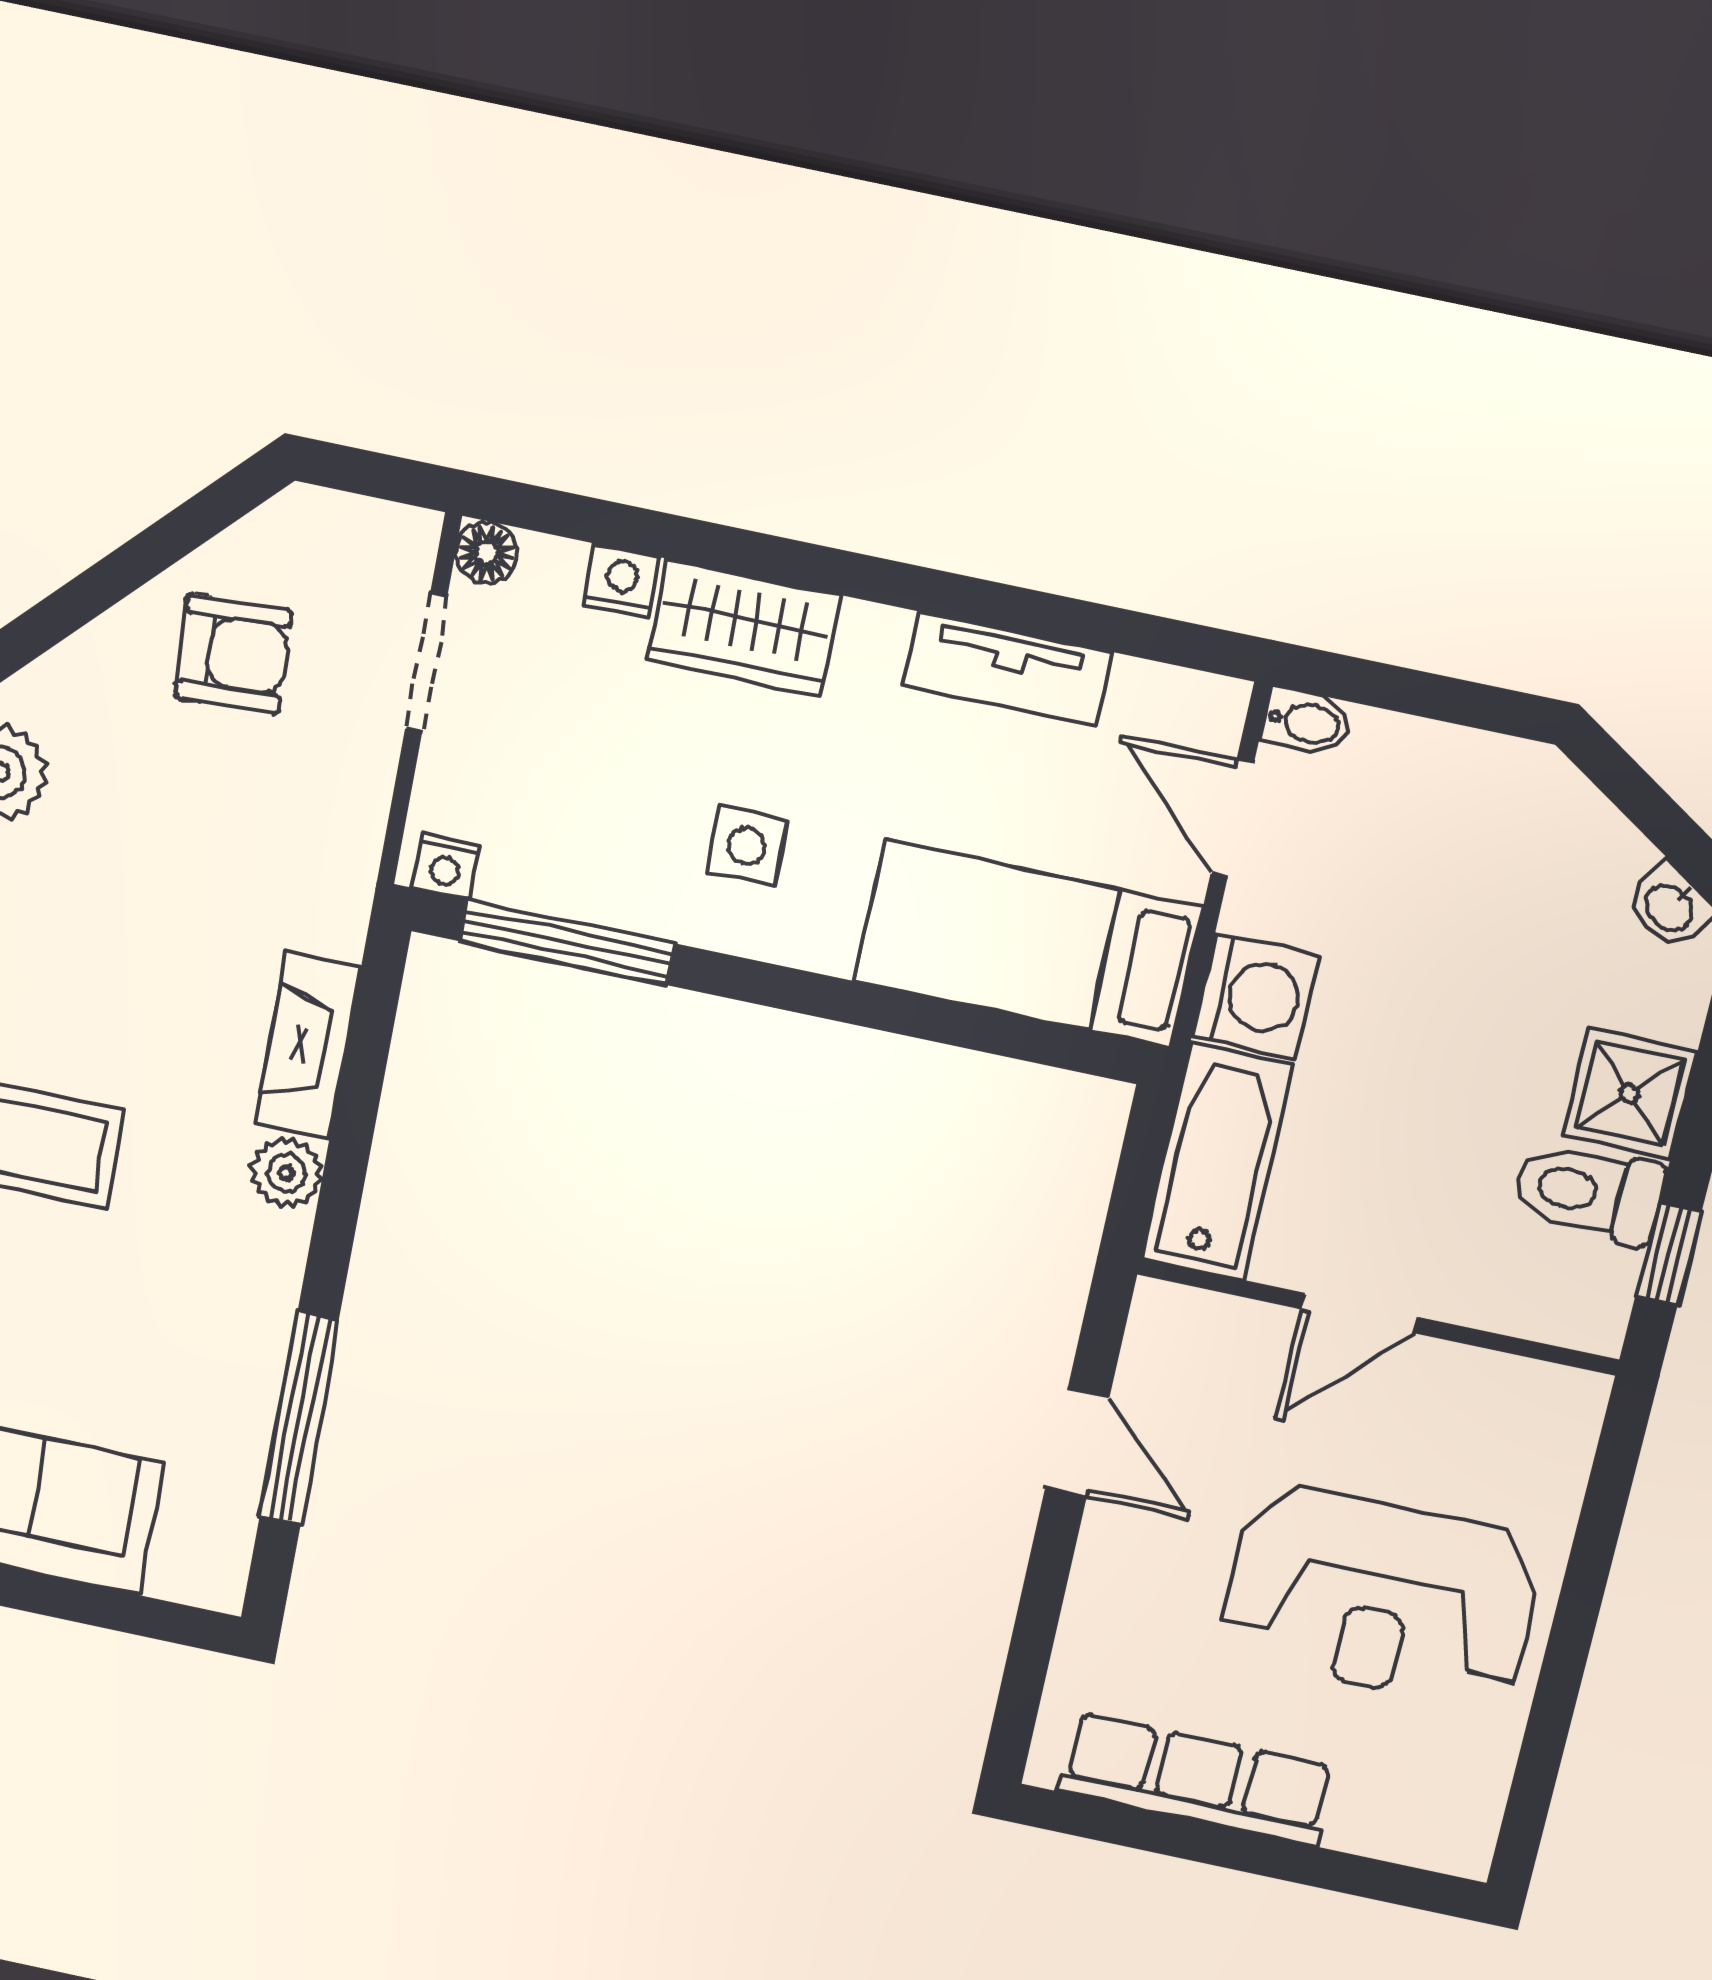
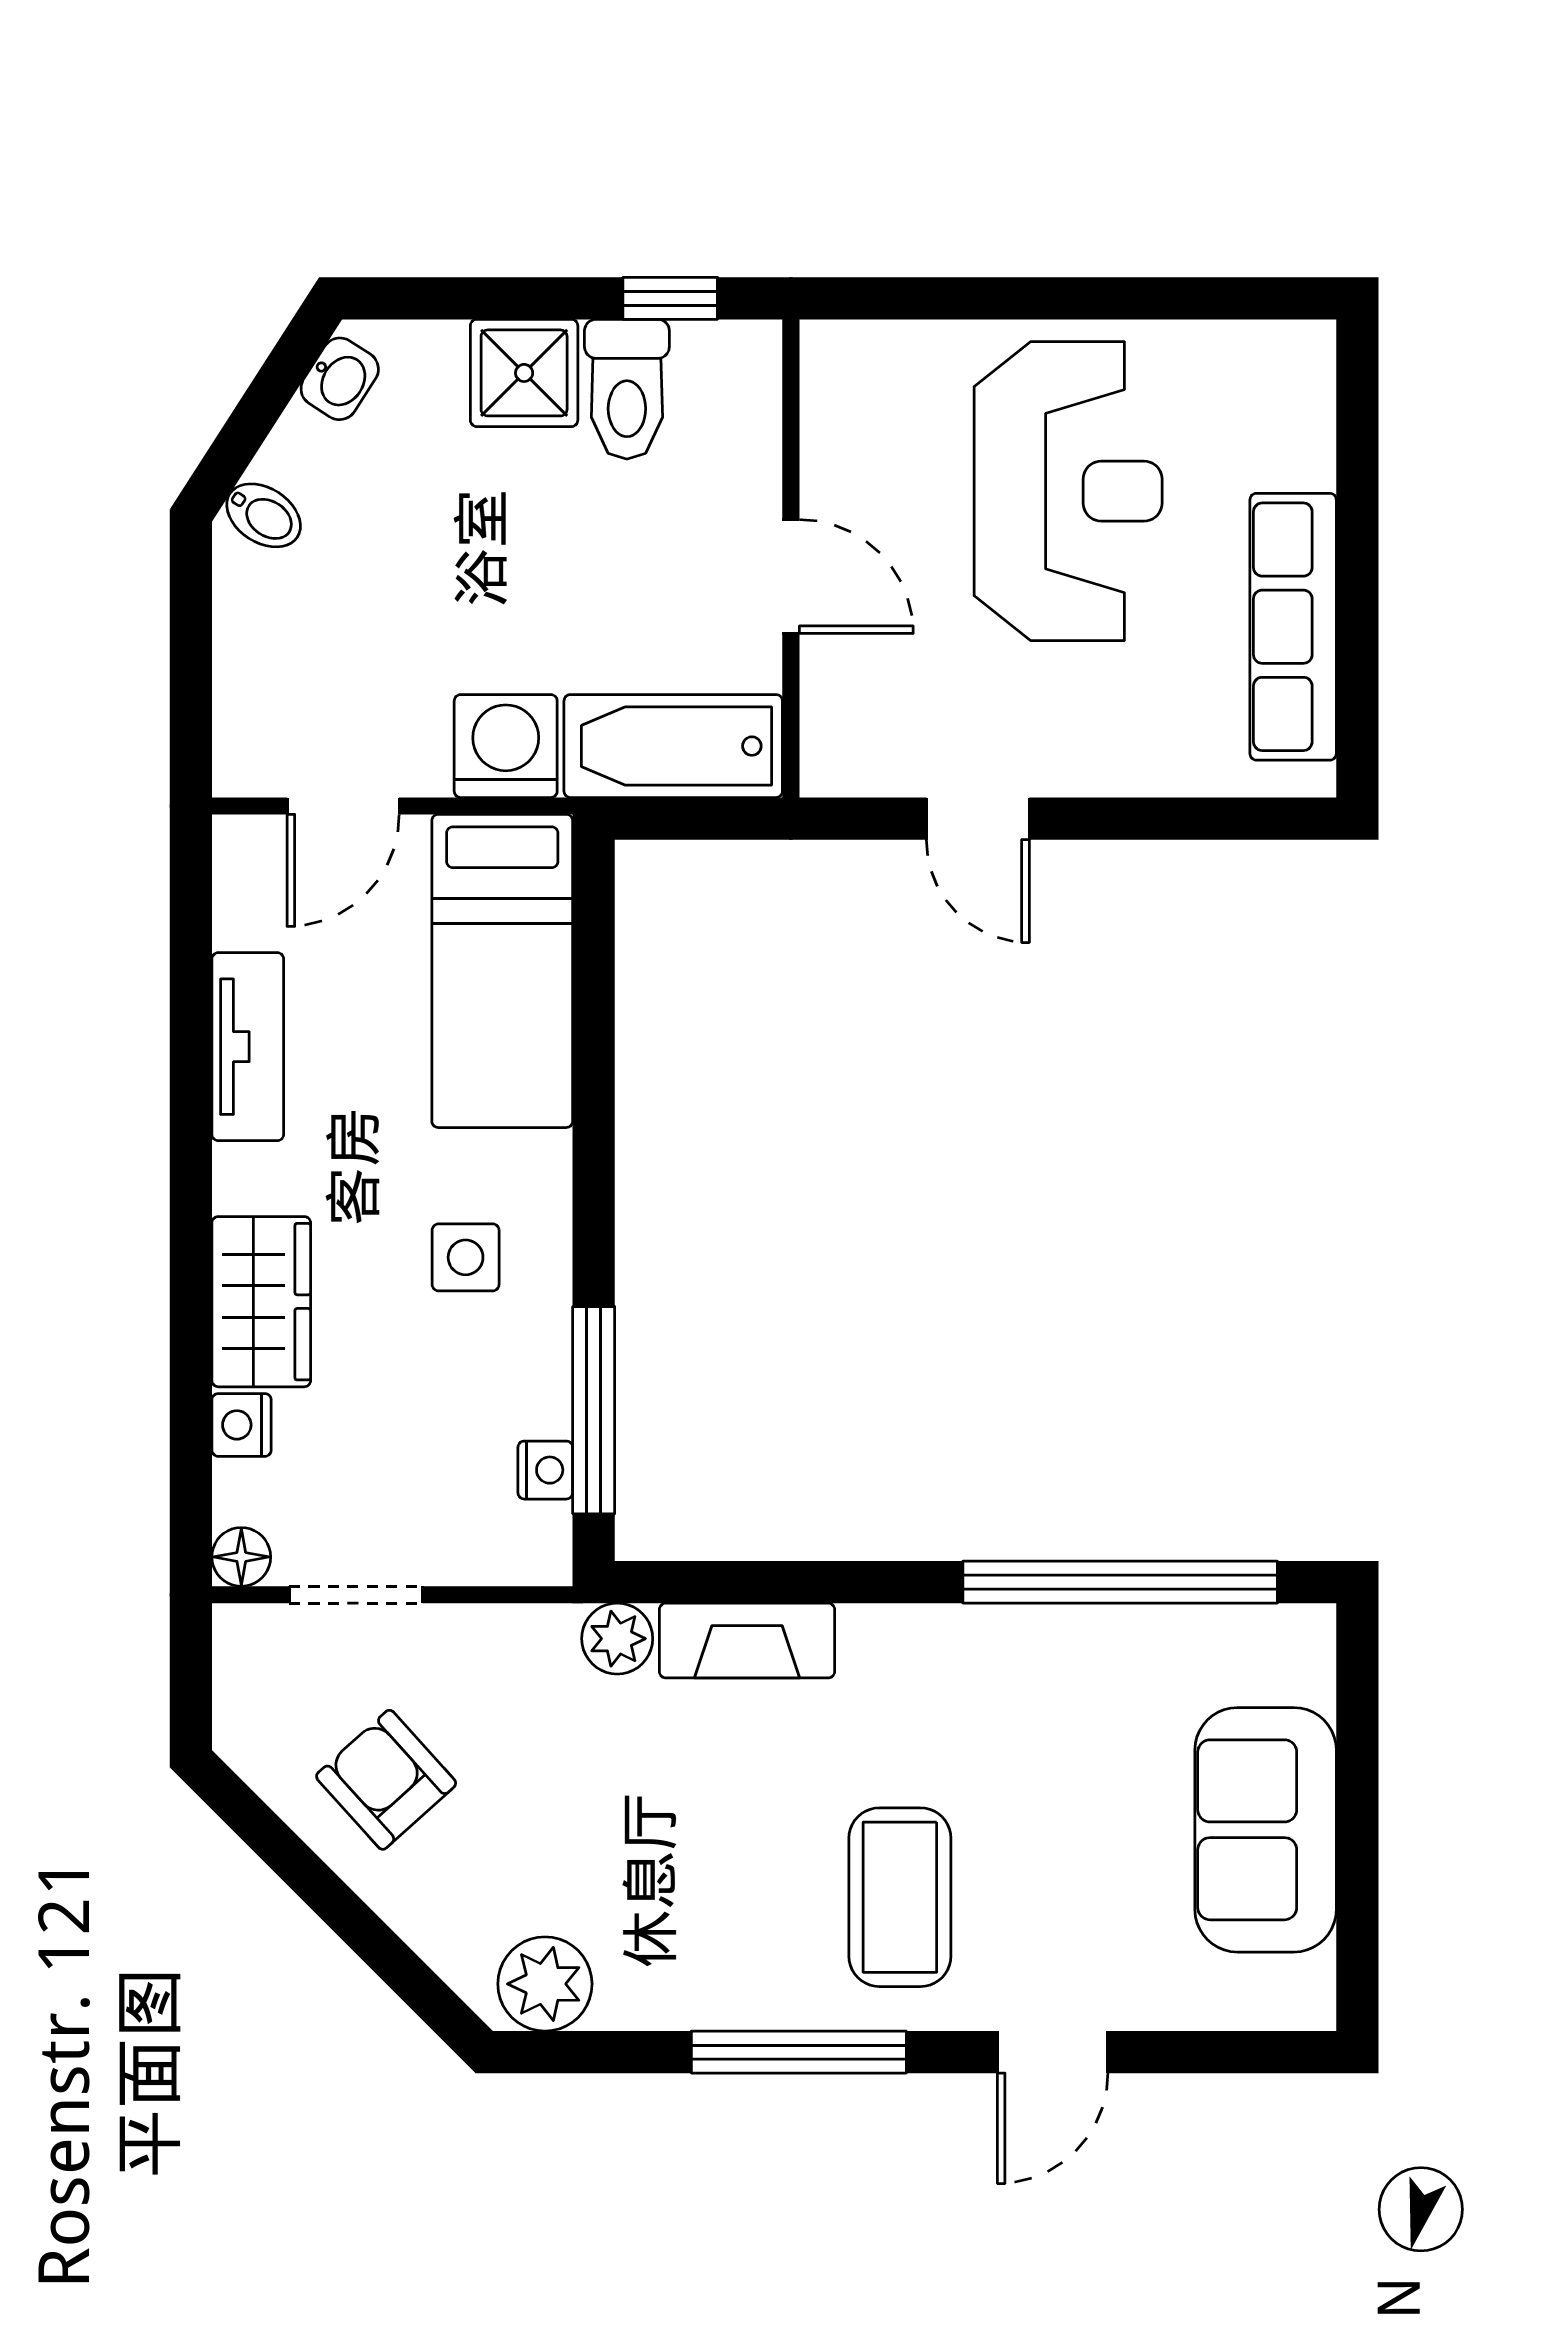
armchair: (233, 654) -> (386, 1780), turned -39
bidet: (1306, 722) -> (264, 515), moved, turned 123
nightstand: (446, 866) -> (545, 1470), moved
plant: (287, 1173) -> (617, 1639), moved
window: (299, 1418) -> (1120, 1582), width x1.46
door: (1077, 1442) -> (978, 819), swing flipped

